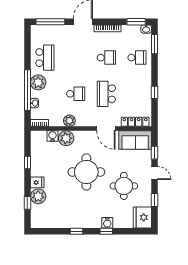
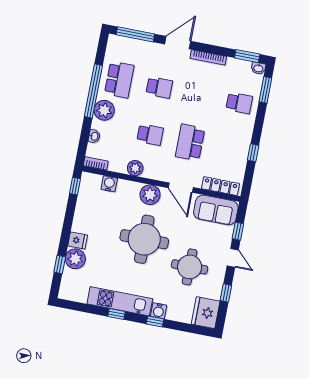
school desk: (106, 58) -> (159, 87), moved
window: (27, 90) -> (93, 91), moved
plant: (66, 138) -> (150, 195), moved
window: (27, 163) -> (75, 186), moved
kitchen unit: (77, 221) -> (120, 301), added

